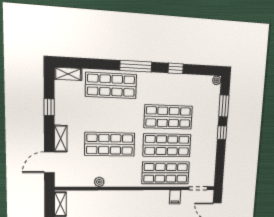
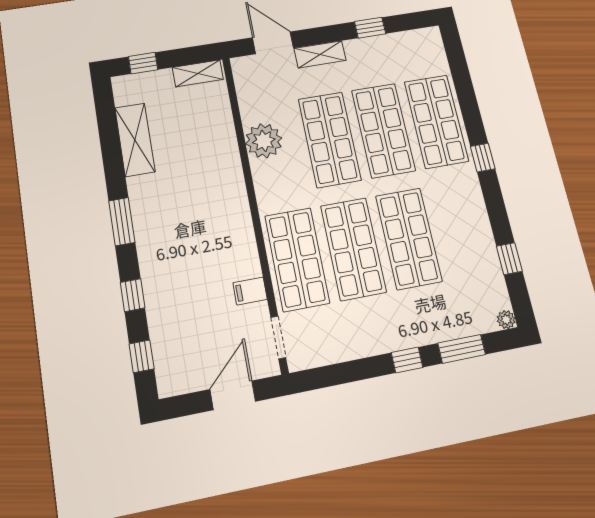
window: (136, 66) -> (483, 158), width x0.46
window: (176, 68) -> (509, 259), moved
shelving: (68, 74) -> (434, 48), removed
shop shelf: (110, 115) -> (383, 130), added
plant: (99, 182) -> (264, 141), width x1.87, depth x1.87

